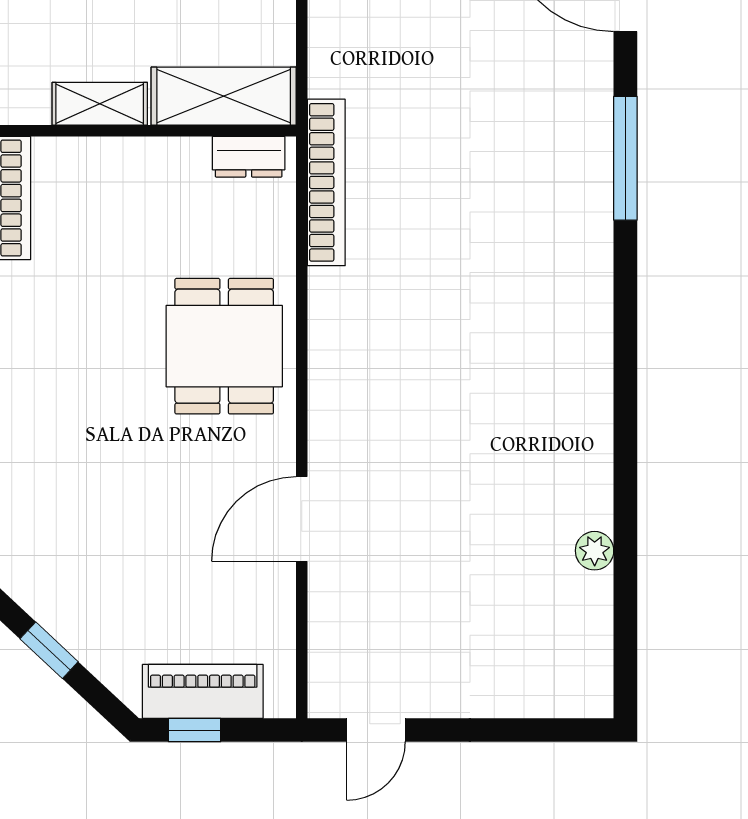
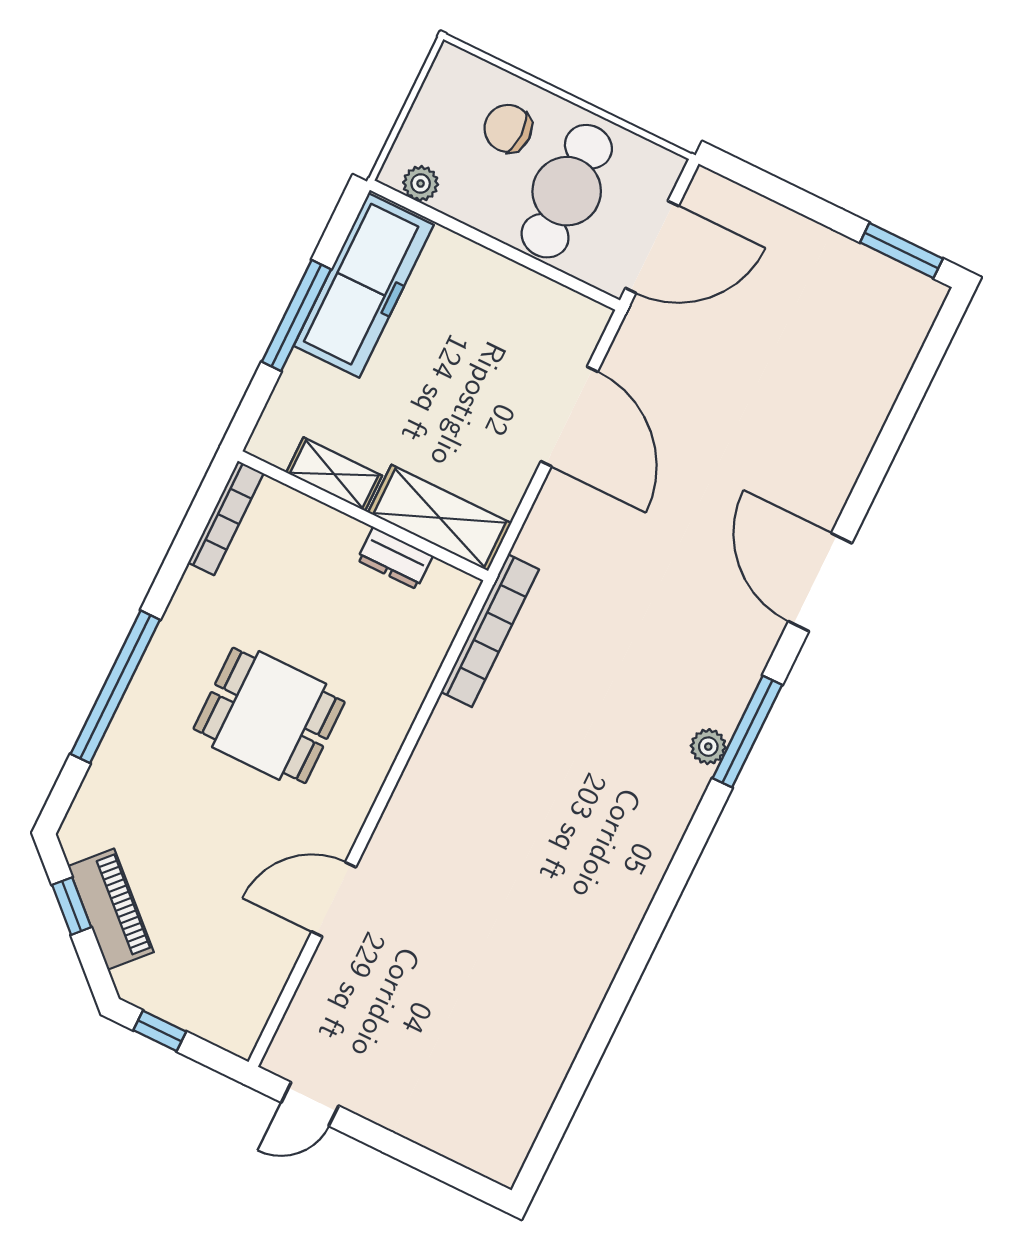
dresser: (249, 157) -> (395, 558), moved
dining table: (224, 346) -> (269, 715), moved, turned 90
plant: (595, 551) -> (708, 747), moved
piano: (203, 691) -> (111, 909), moved, turned 43

